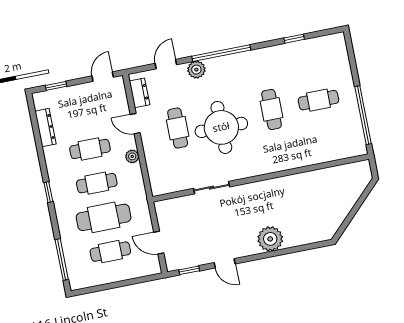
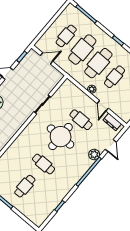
door: (135, 124) -> (103, 106), swing flipped
cafe table: (97, 183) -> (98, 63), width x1.37, depth x1.35

